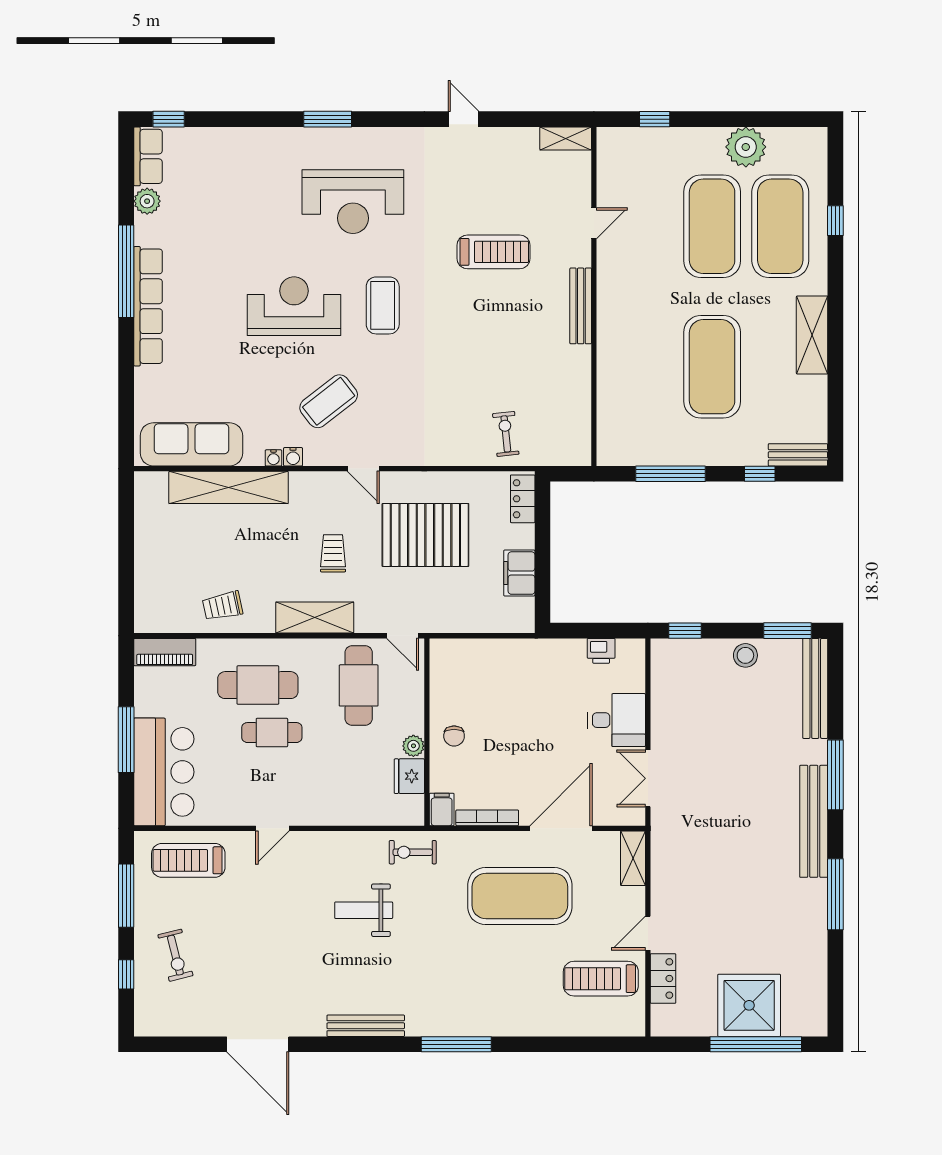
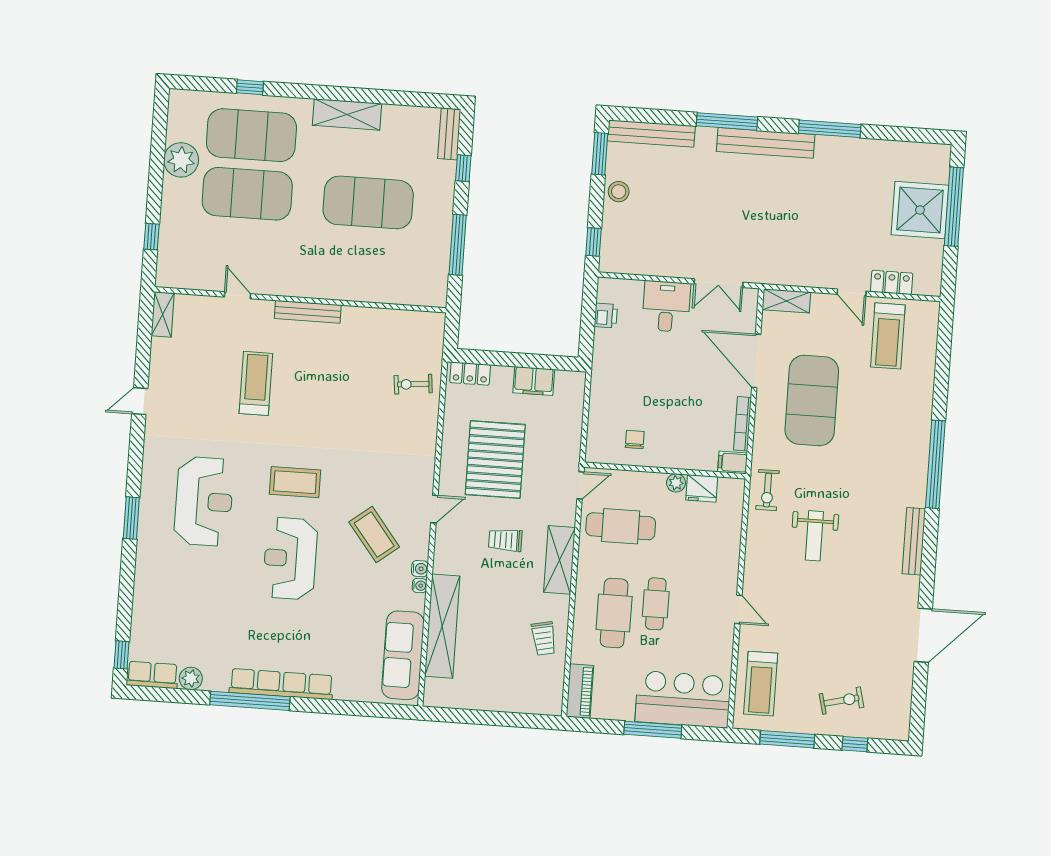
chair: (454, 736) -> (635, 439), moved, turned -90
window: (456, 1044) -> (935, 464), width x1.46

